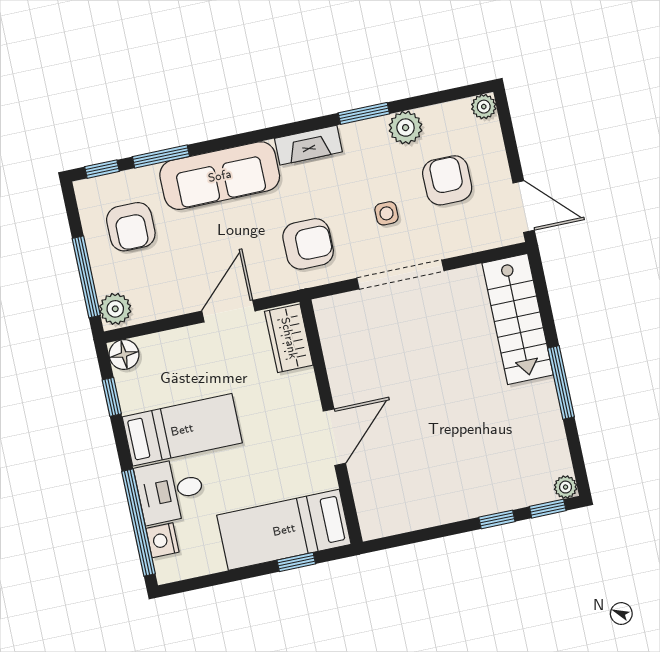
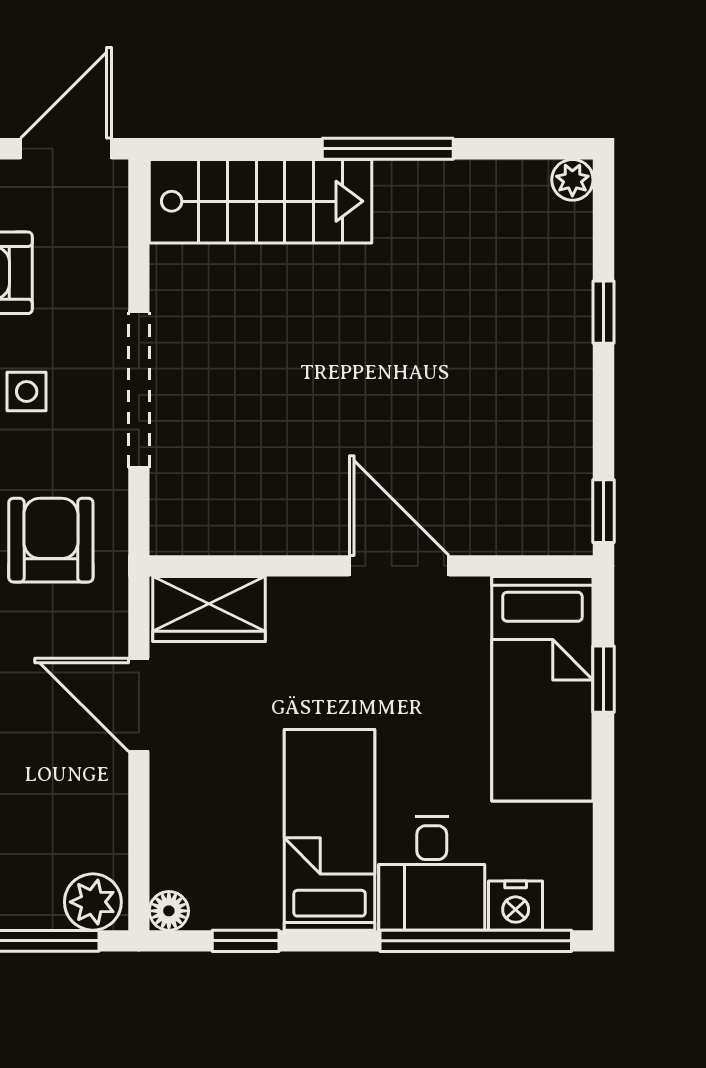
floor lamp: (124, 355) -> (169, 911), width x0.73, depth x0.73
window: (548, 509) -> (604, 511), moved

